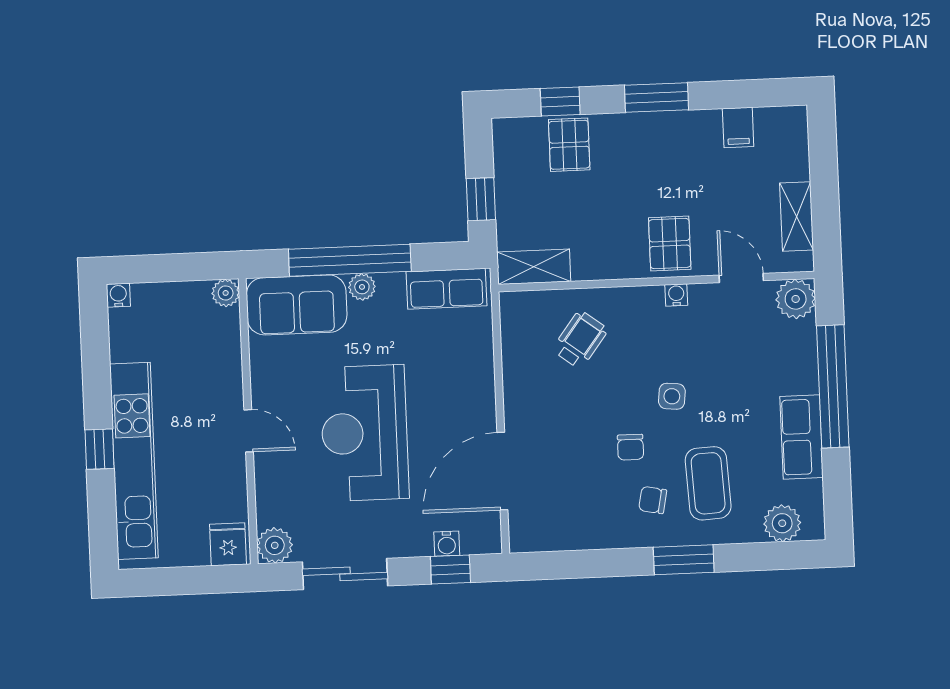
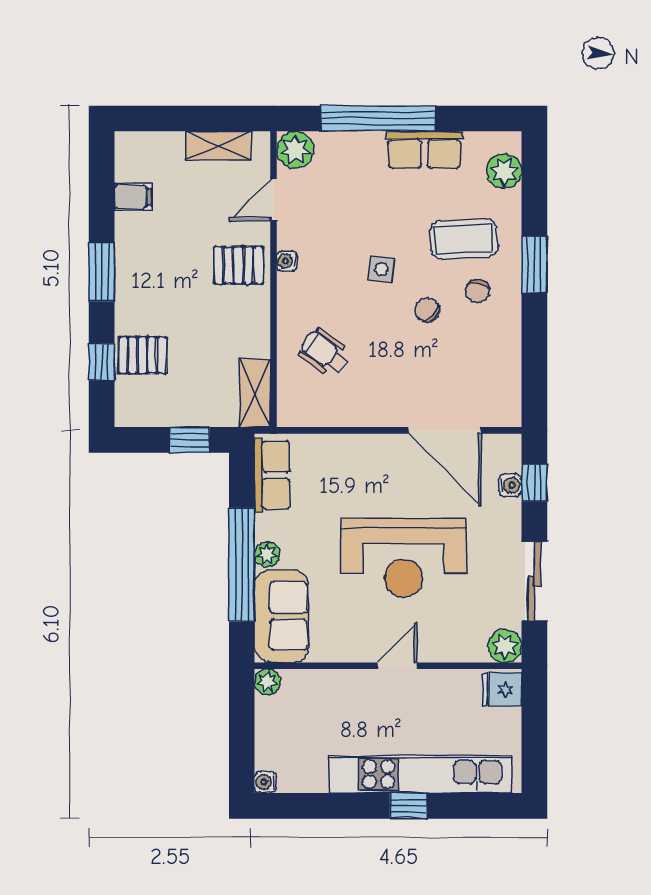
chair: (630, 447) -> (427, 310), turned -136

